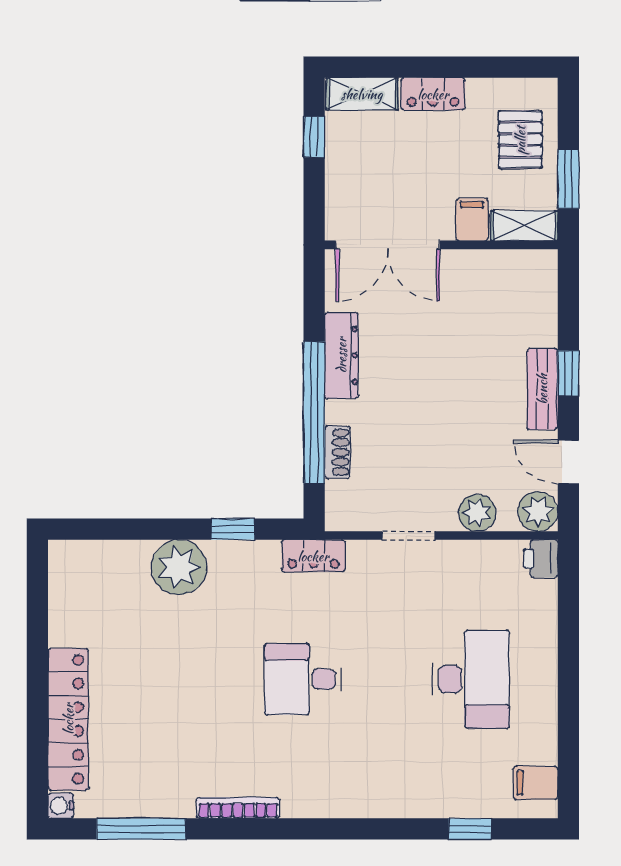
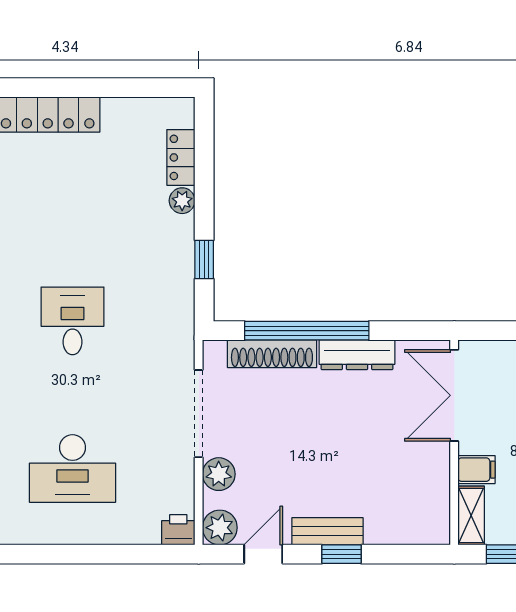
shoe rack: (337, 452) -> (272, 354), width x1.94, depth x1.24
doorway: (408, 536) -> (199, 414), width x1.88
locker: (313, 556) -> (181, 157), moved
plant: (179, 567) -> (182, 201), width x0.53, depth x0.53

